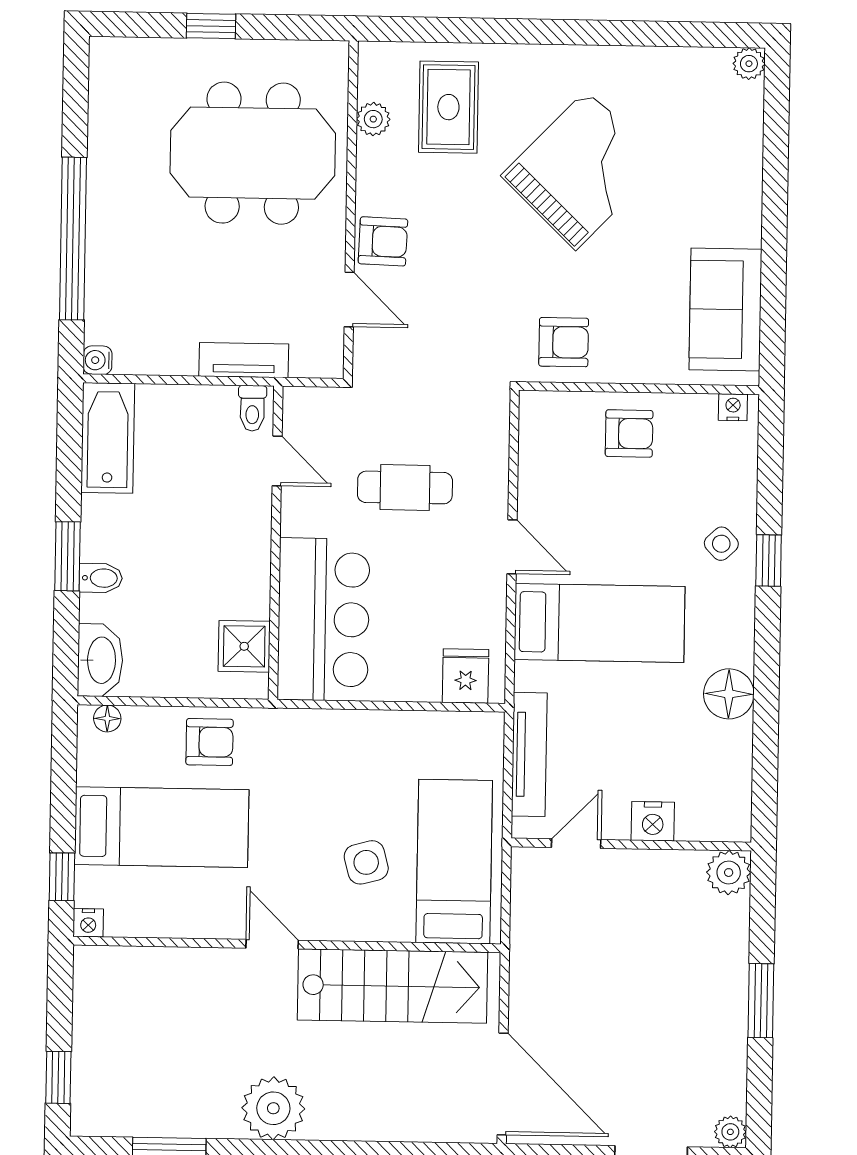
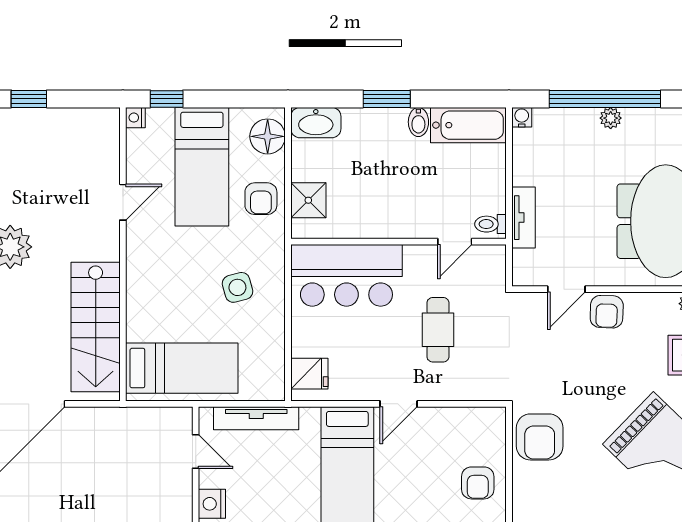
plant: (101, 231) -> (611, 118), added
armchair: (564, 342) -> (540, 437), width x1.38, depth x1.38
bidet: (101, 578) -> (418, 122), moved
shower: (244, 646) -> (308, 200), moved
floor lamp: (107, 718) -> (268, 136), width x1.89, depth x1.89
side table: (366, 862) -> (237, 287), moved
door: (272, 944) -> (123, 202), moved

